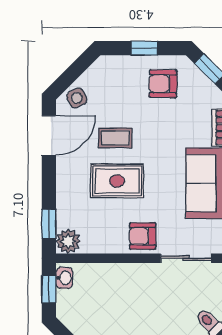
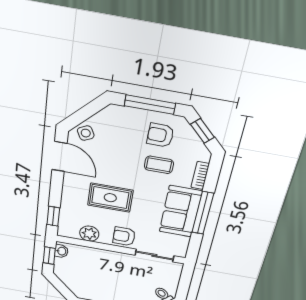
window: (145, 48) -> (150, 105), width x2.17
door: (49, 135) -> (59, 157), hinge flipped
coffee table: (115, 138) -> (159, 165), moved
plant: (68, 241) -> (89, 234), moved

